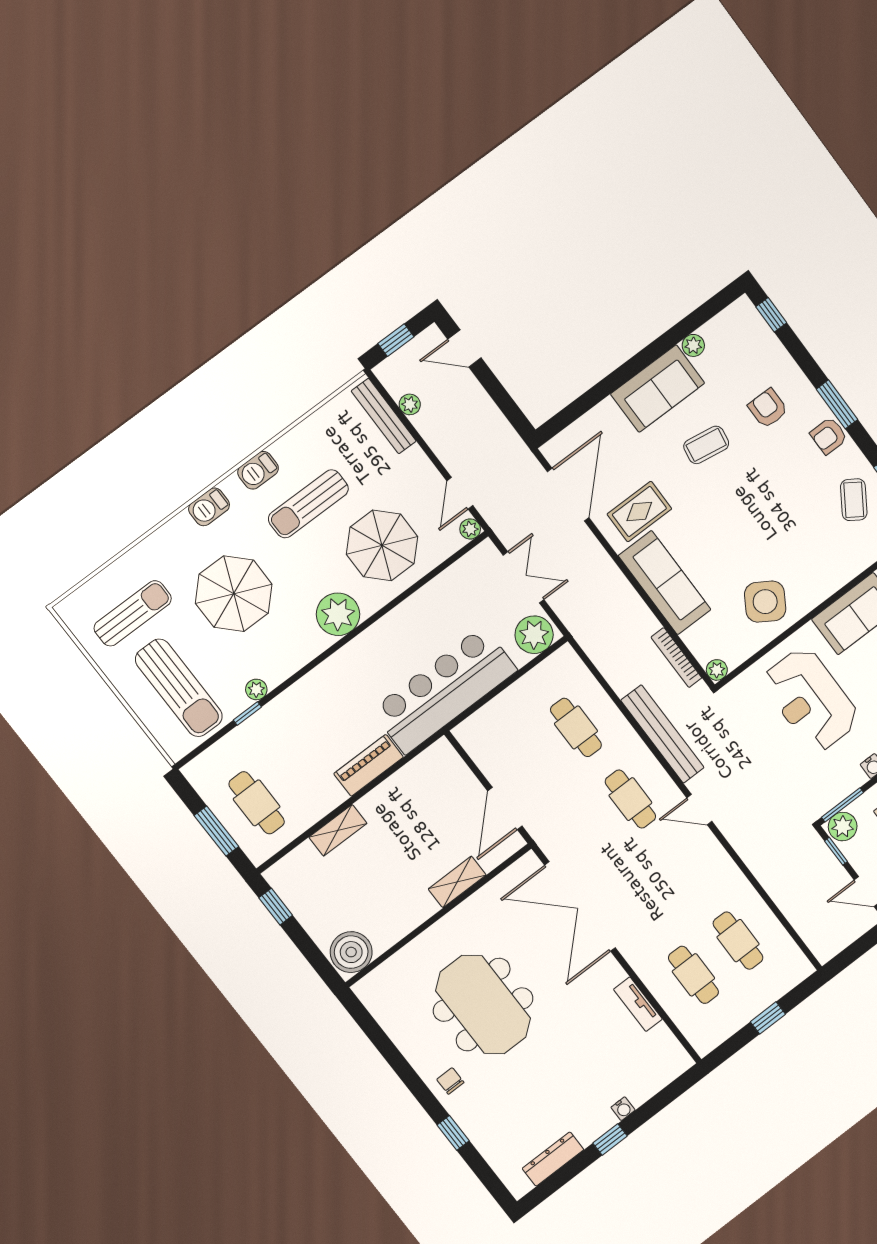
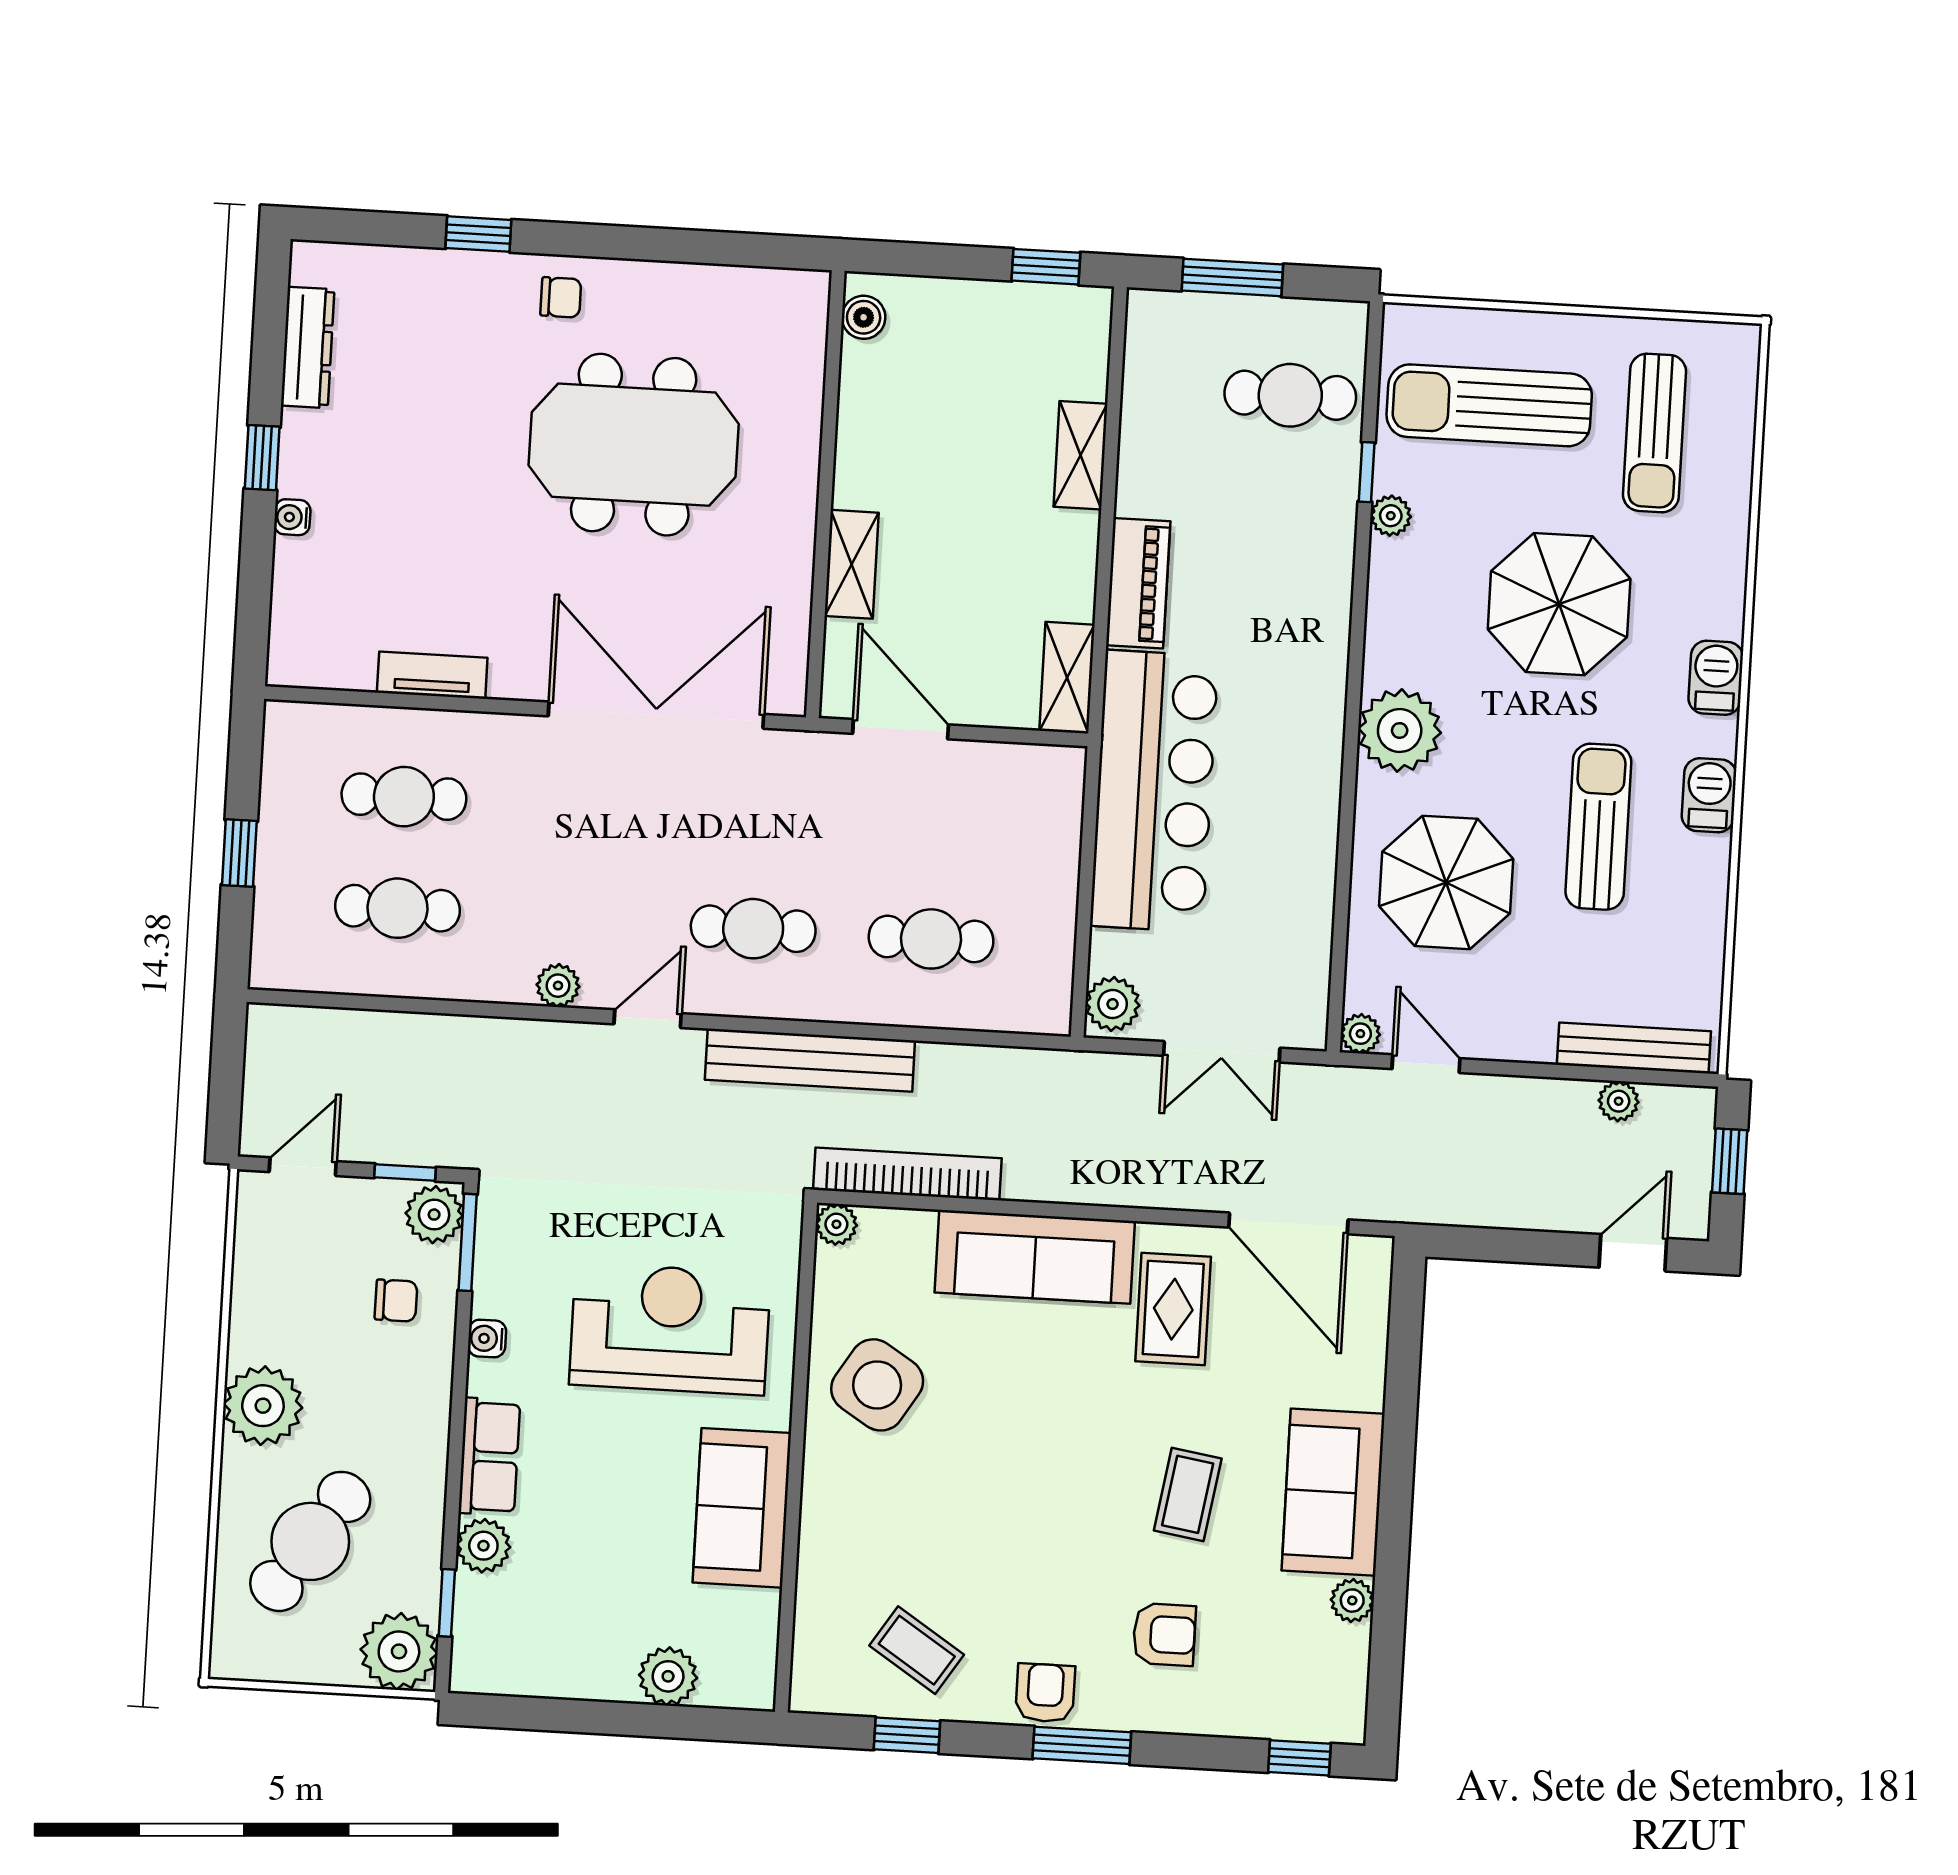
plant: (534, 635) -> (1113, 1004), width x0.73, depth x0.73
bookcase: (676, 658) -> (907, 1174), width x1.48, depth x1.31
shelving: (429, 761) -> (1067, 678), added
cafe table: (257, 803) -> (1290, 395), moved
plant: (716, 855) -> (558, 986), added
boiler: (351, 952) -> (864, 317), width x0.54, depth x0.54

